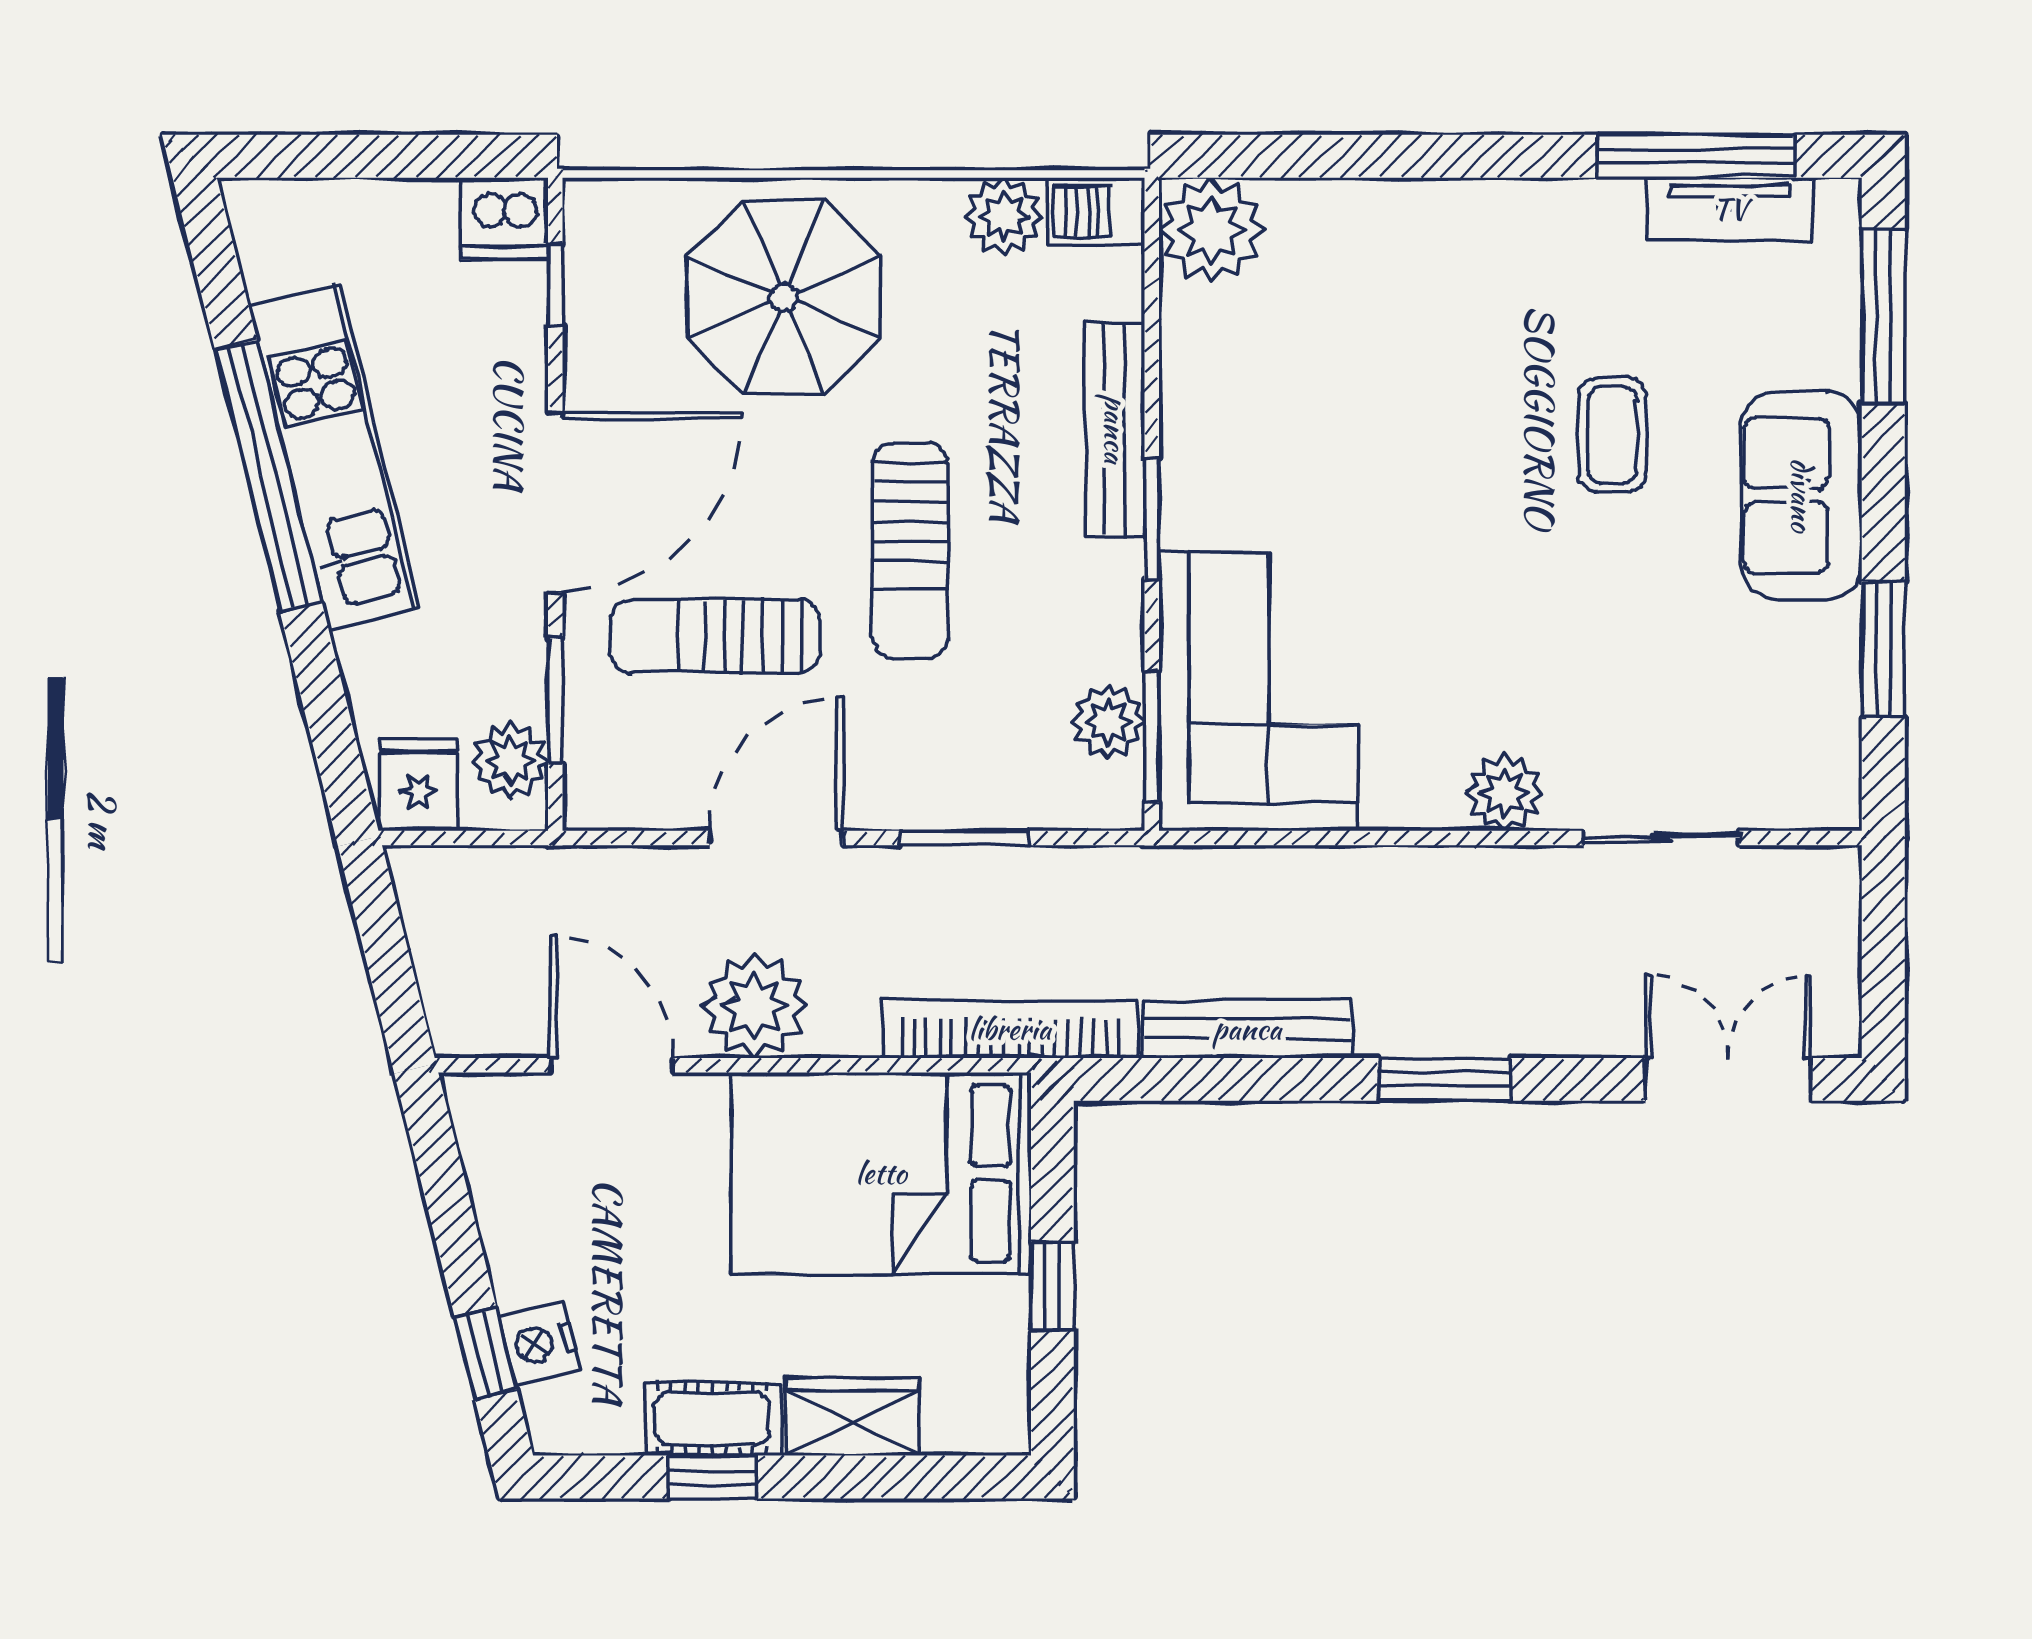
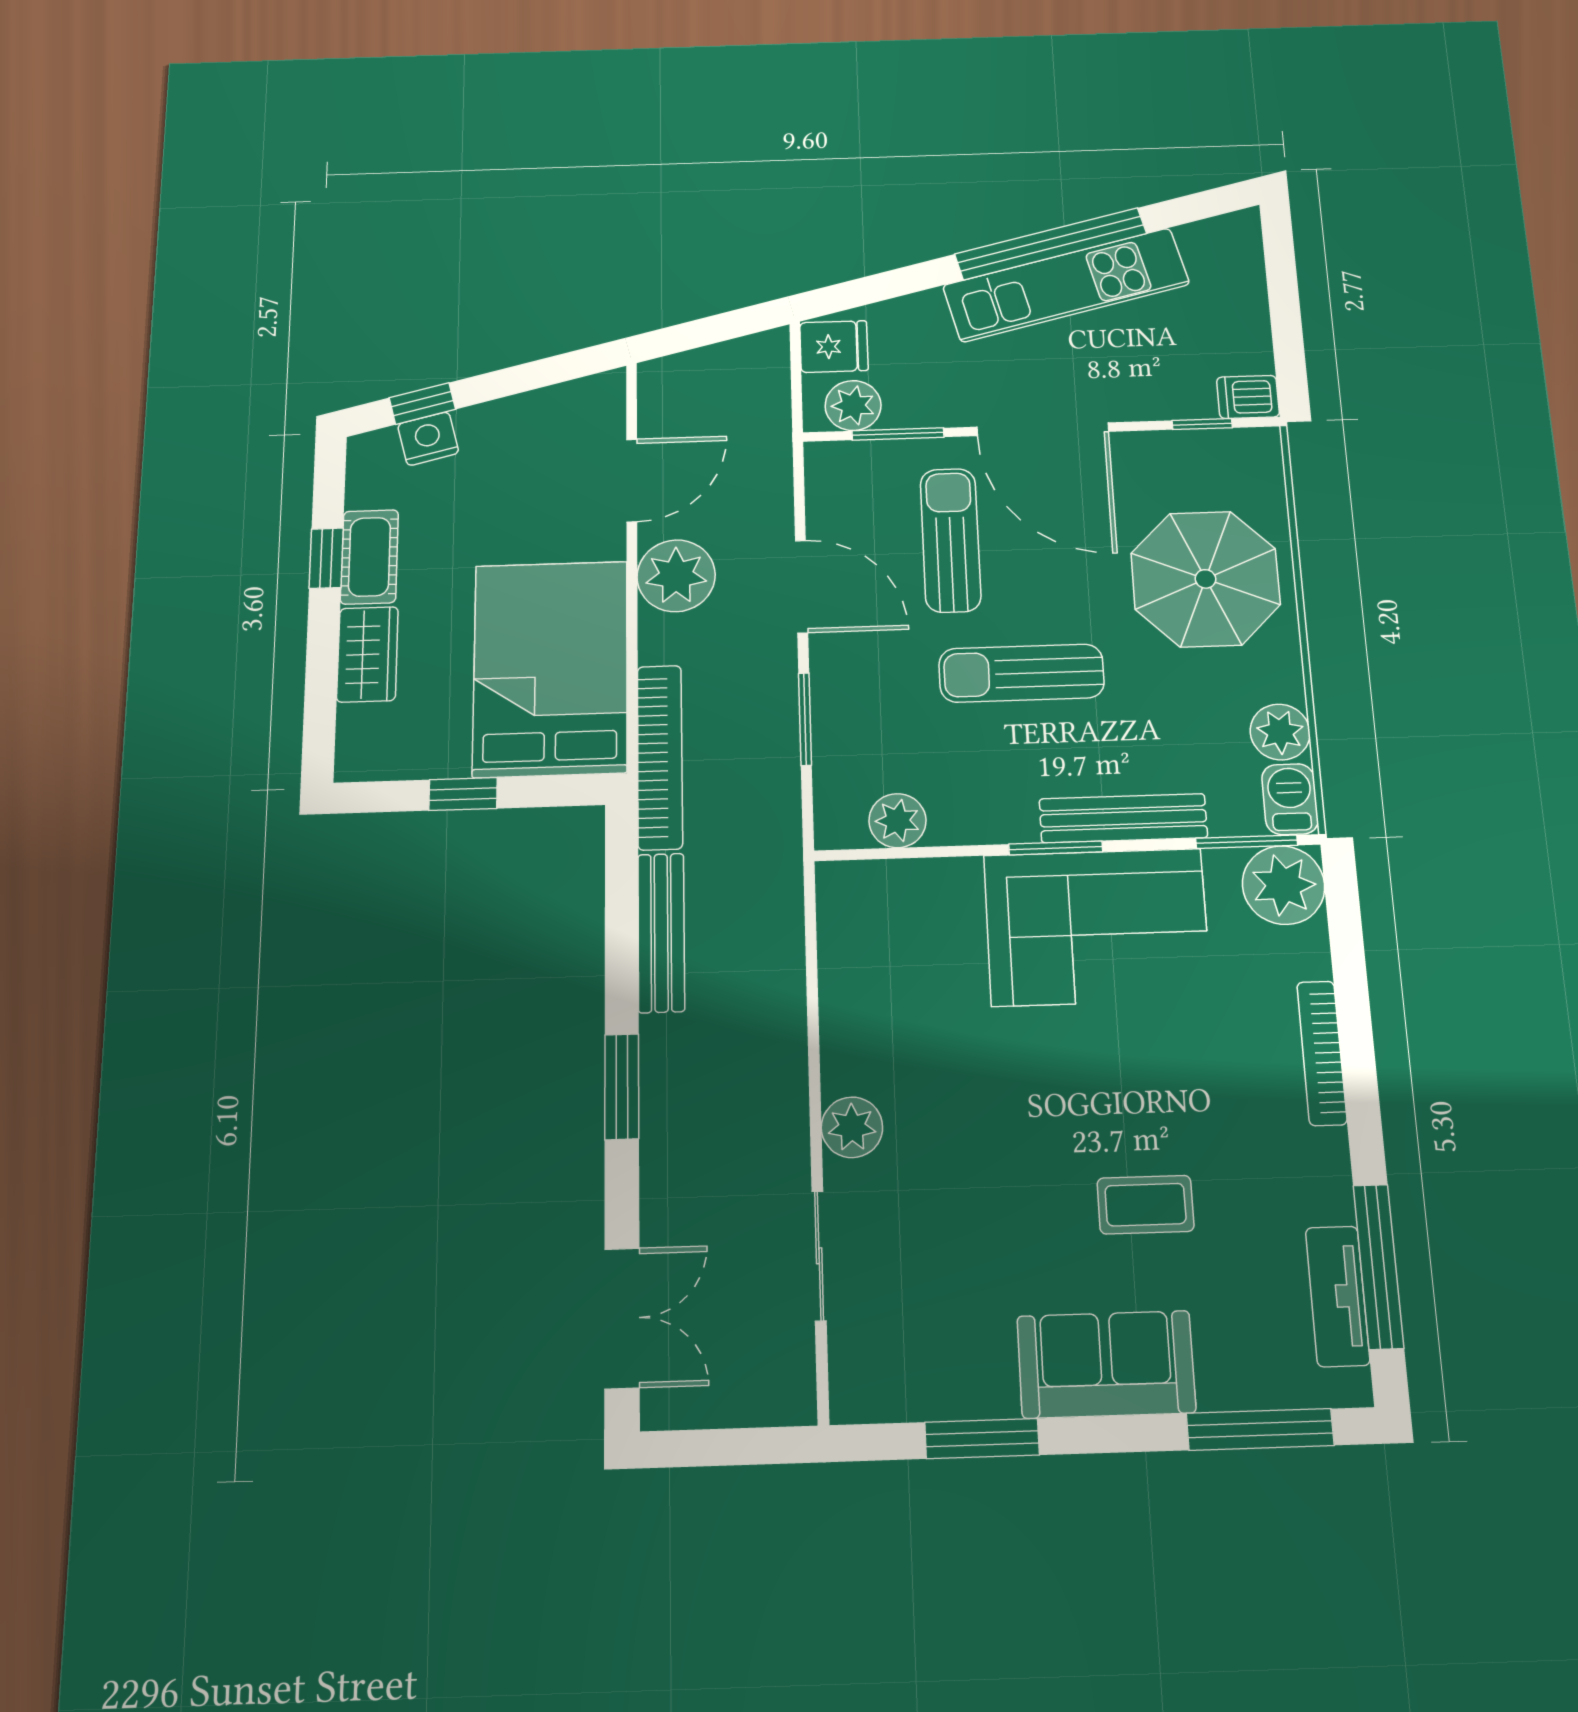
bookcase: (1431, 201) -> (1322, 1053), added
dishwasher: (505, 218) -> (1248, 397), width x0.73
corner sofa: (1258, 691) -> (1097, 927), moved
window: (1152, 737) -> (1247, 842), moved

